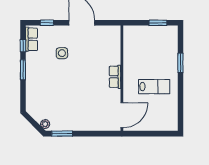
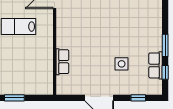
row of seats: (32, 39) -> (156, 65), moved
row of seats: (115, 77) -> (62, 62), moved

